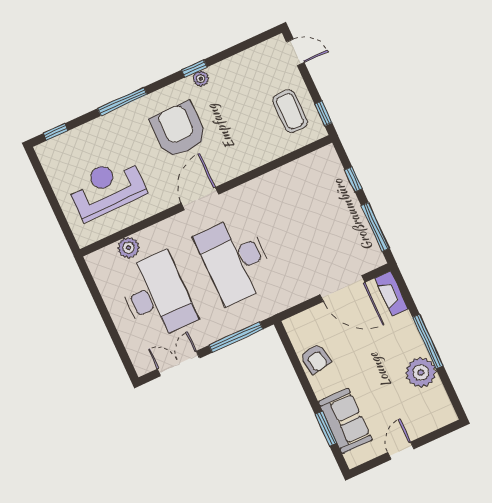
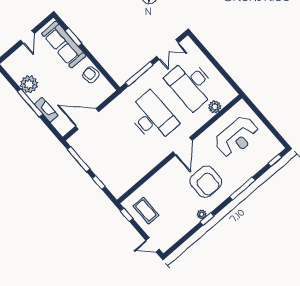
fireplace: (391, 294) -> (46, 110), moved
sofa: (345, 421) -> (64, 45), width x1.36

